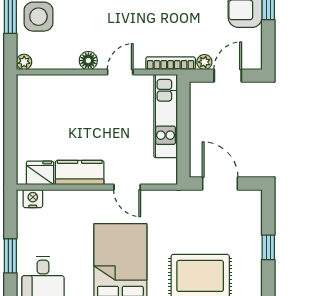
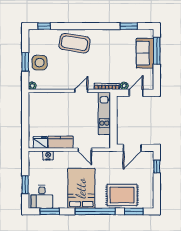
floor lamp: (88, 61) -> (65, 85), removed
door: (220, 184) -> (132, 148), swing flipped
nightstand: (33, 199) -> (48, 156), moved
window: (268, 247) -> (157, 167), moved

